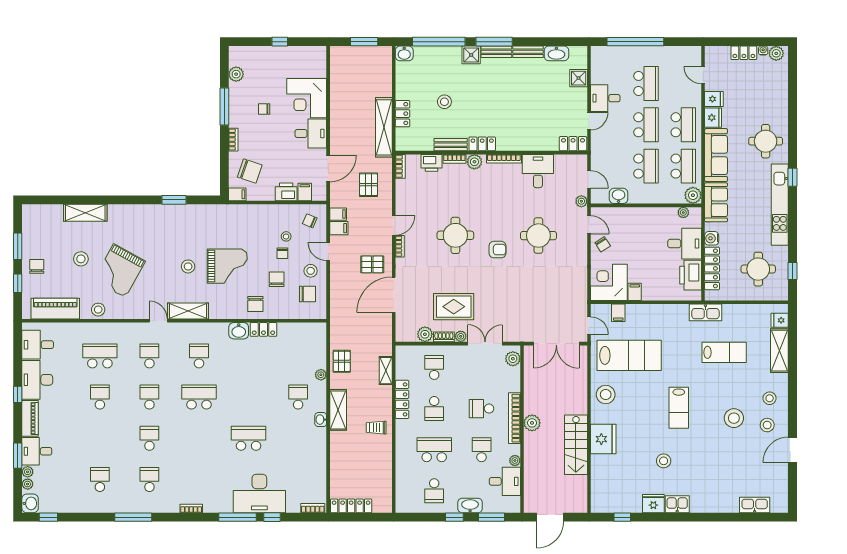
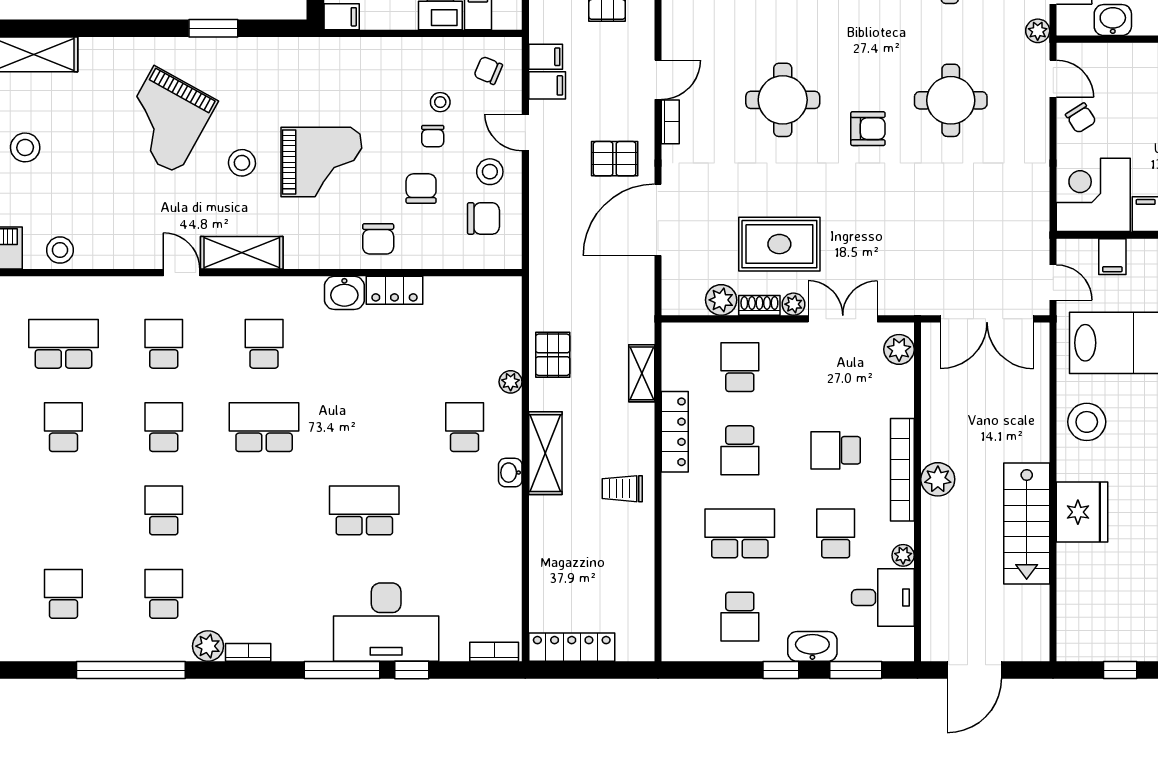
grand piano: (119, 271) -> (166, 120), moved
plant: (171, 505) -> (208, 646), added
window: (133, 517) -> (131, 670), width x1.46

